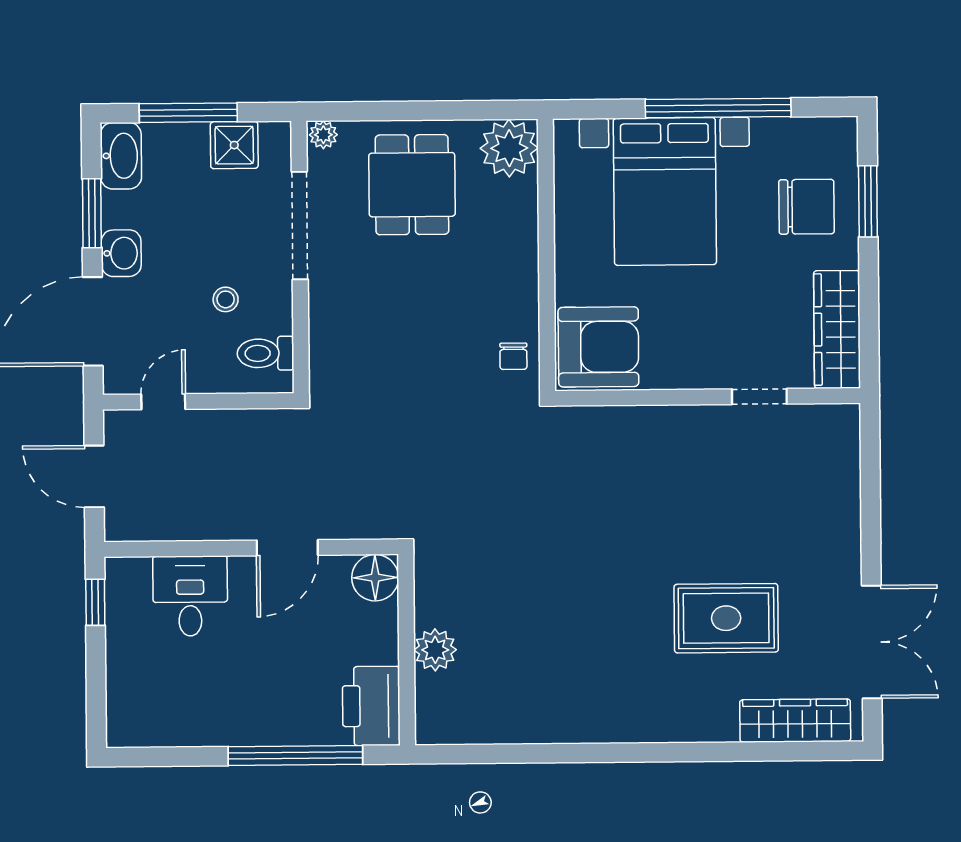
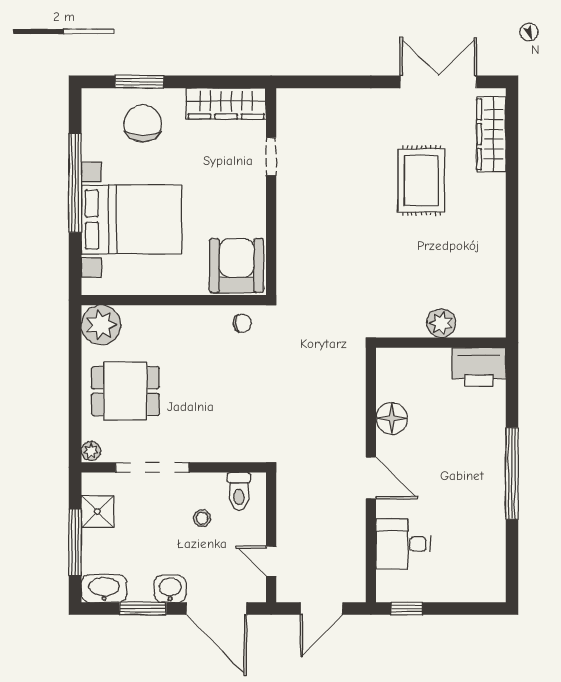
wall: (407, 650) -> (441, 343), moved
plant: (435, 650) -> (441, 323), moved
printer: (371, 706) -> (479, 367), moved

